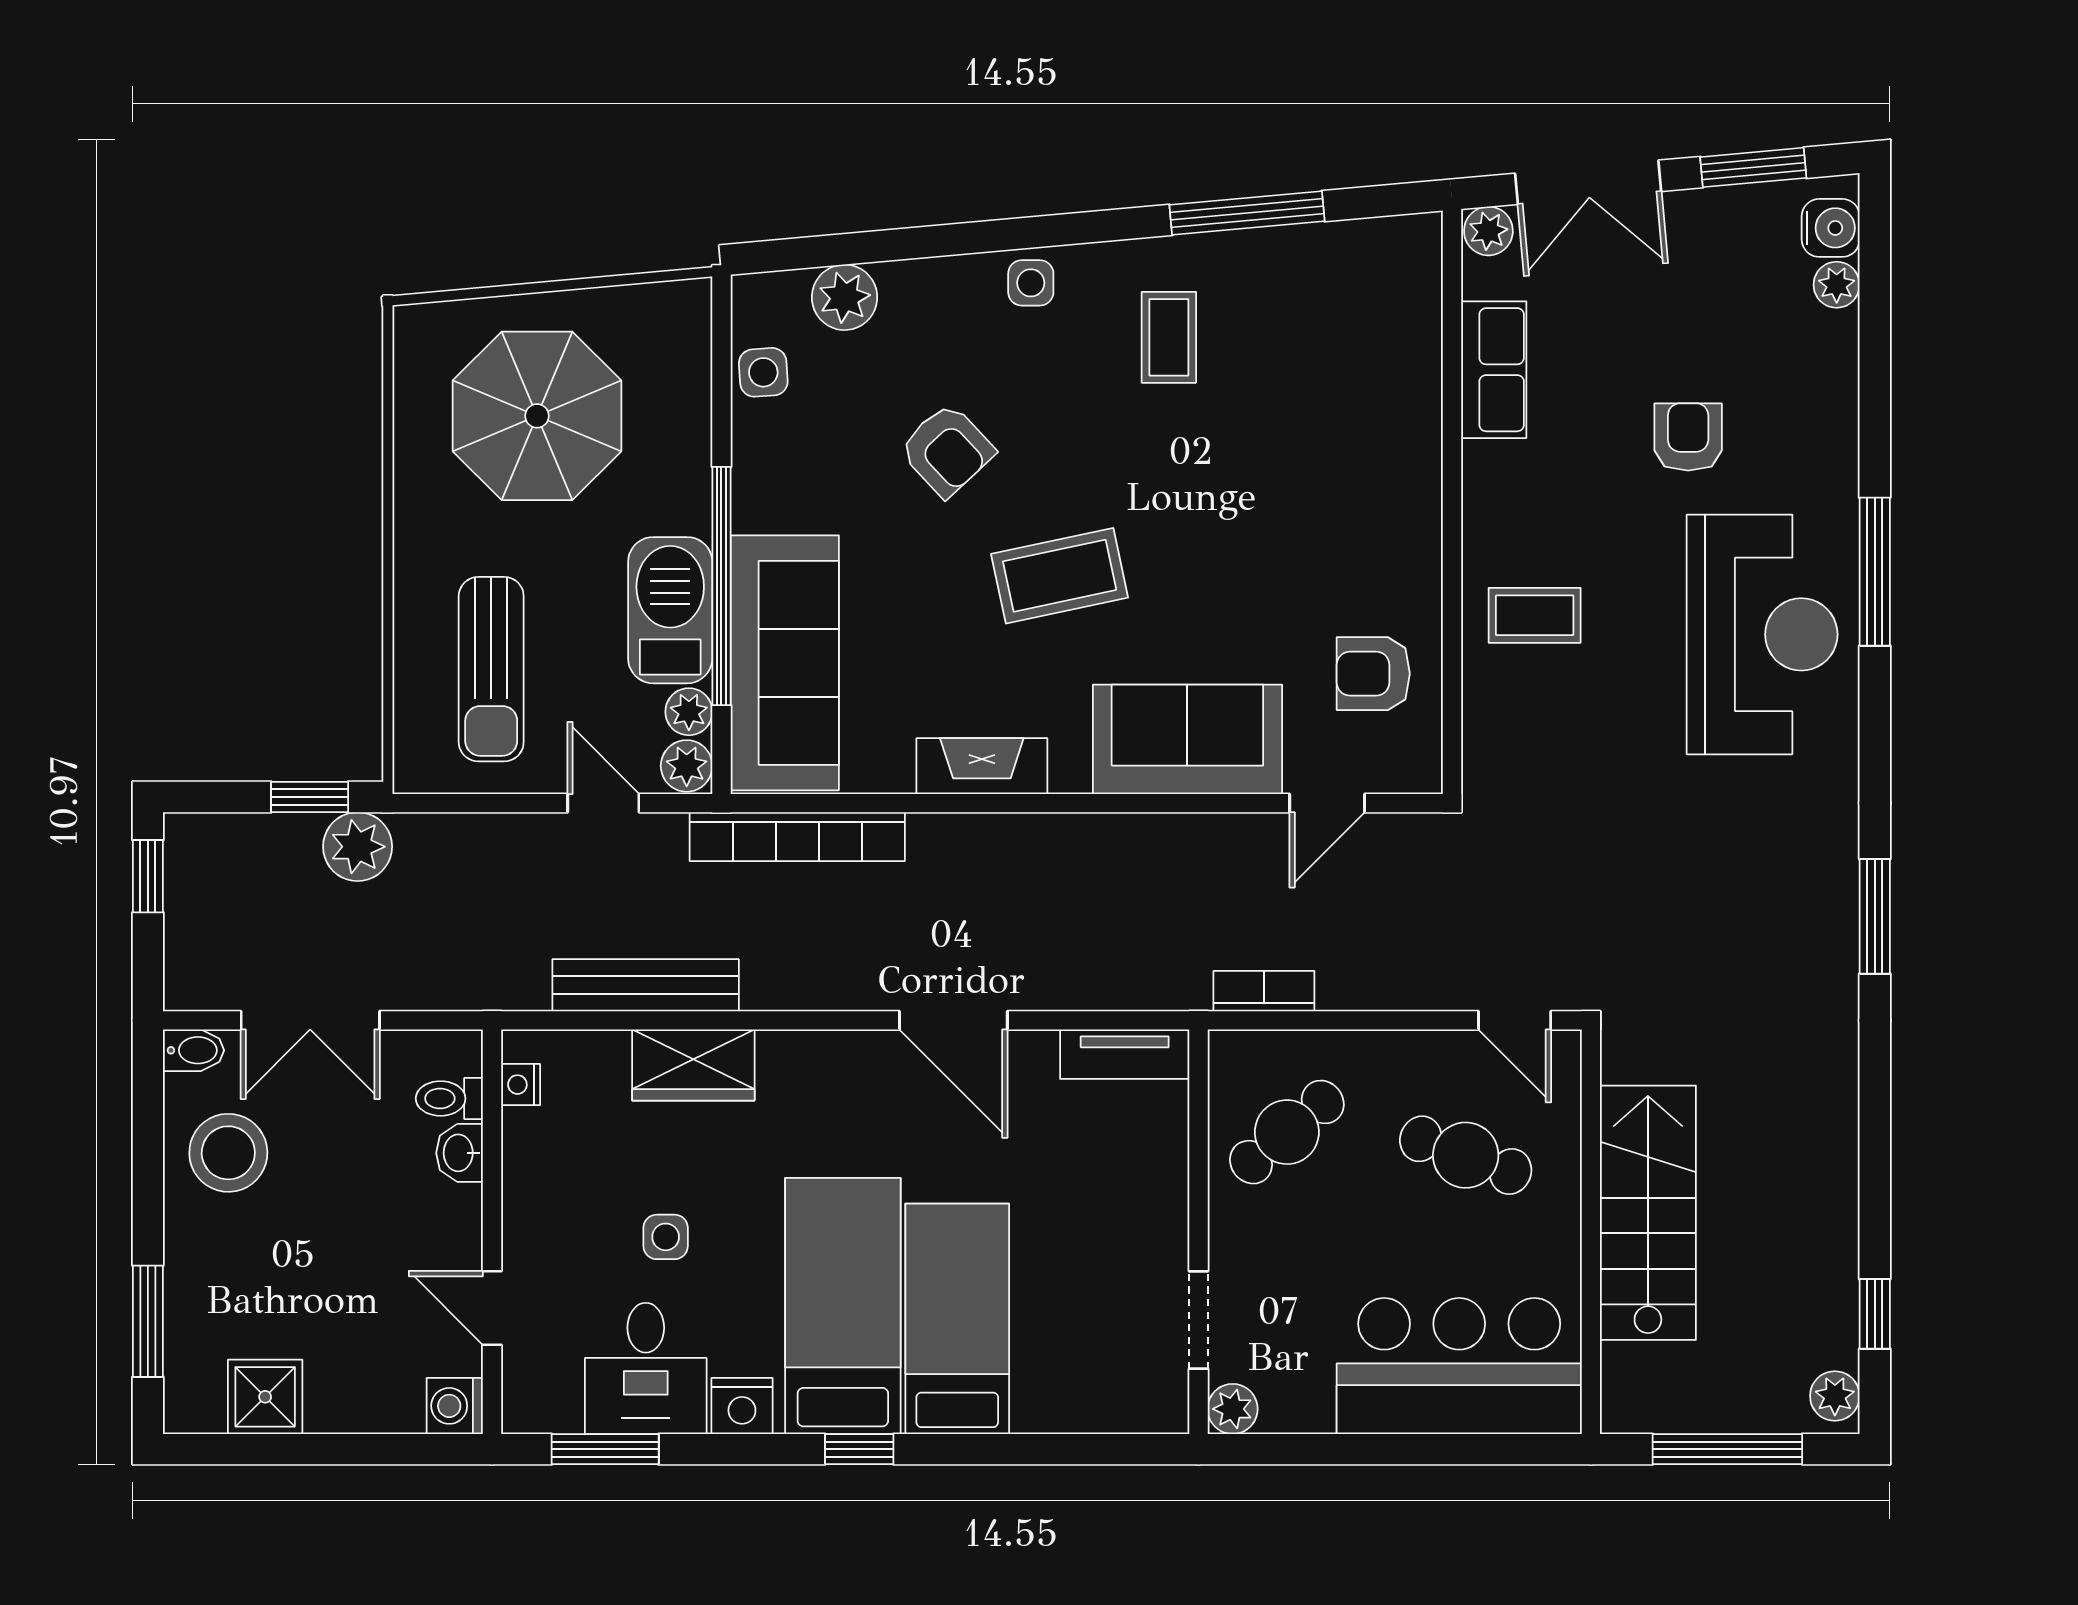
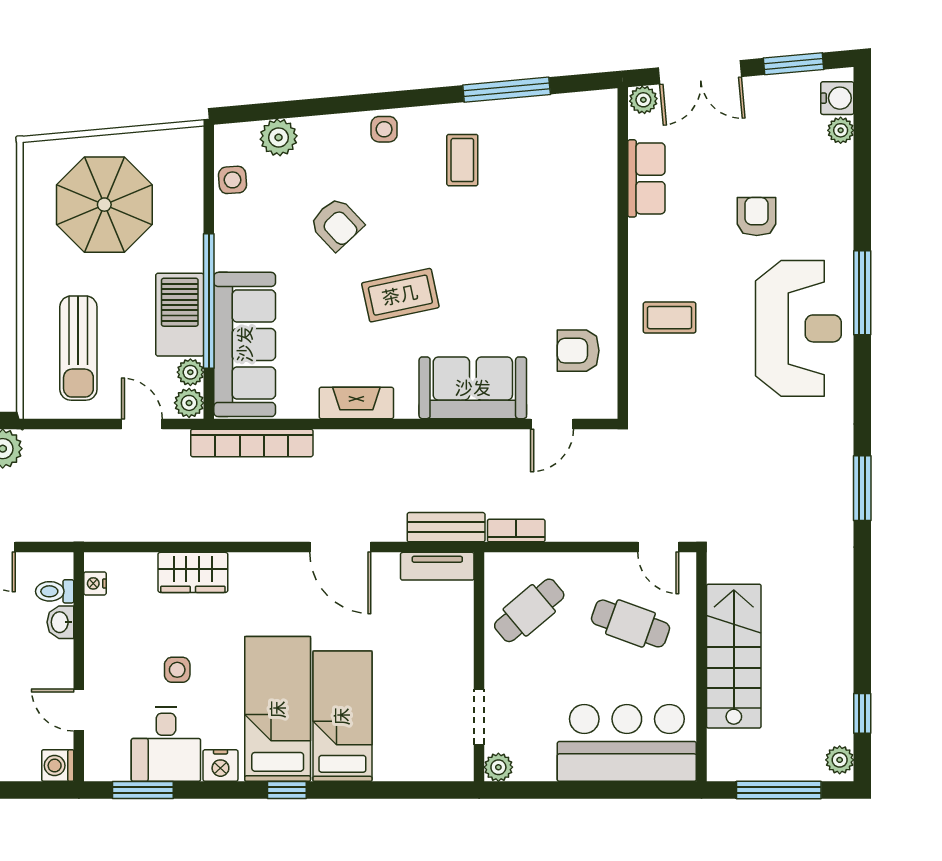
bench: (646, 985) -> (446, 527), moved, width x0.73

